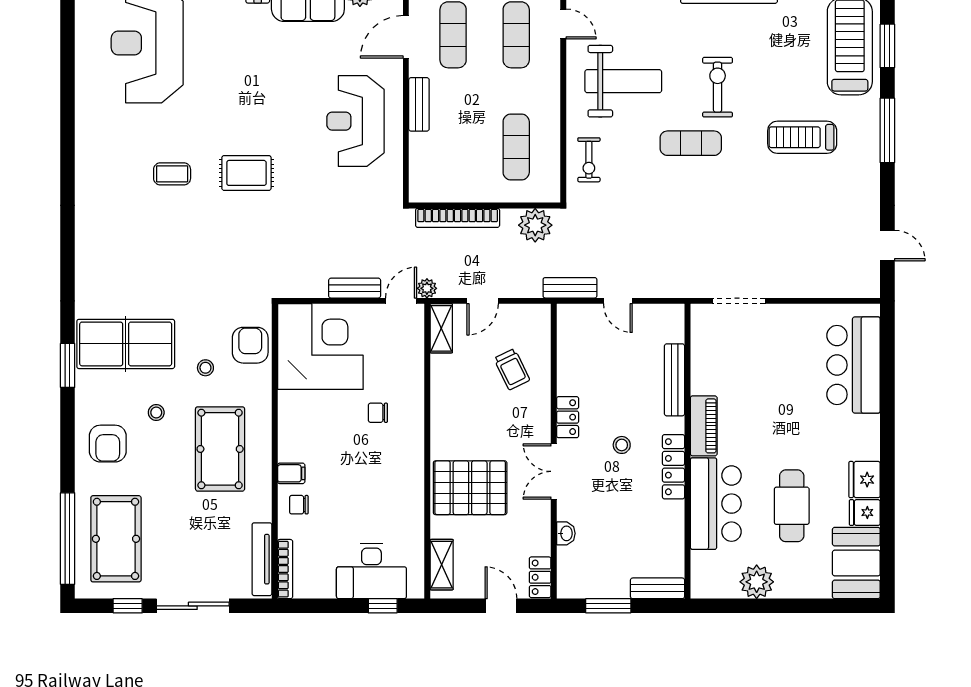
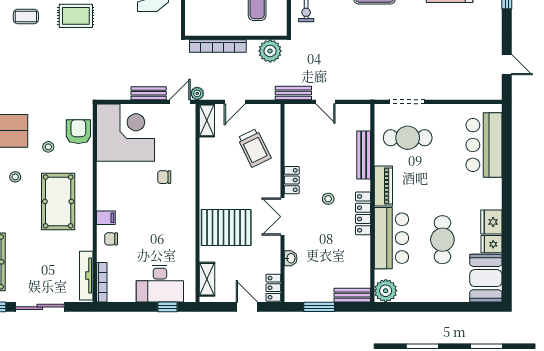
cafe table: (740, 354) -> (408, 138), added
trolley: (512, 369) -> (254, 148), width x1.36, depth x1.39
plant: (757, 582) -> (386, 291), moved

